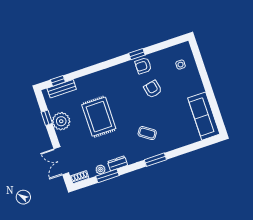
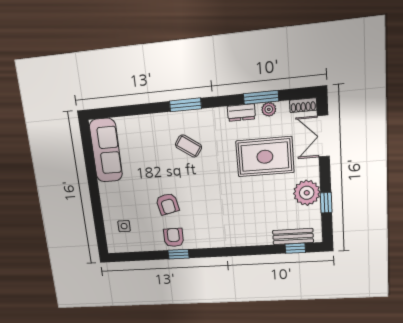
armchair: (143, 66) -> (174, 238), turned -90
rug: (99, 117) -> (265, 157), moved, turned 90
double door: (61, 161) -> (323, 136), swing flipped

